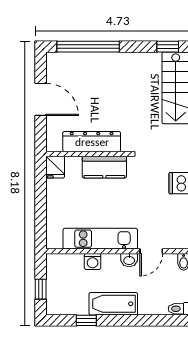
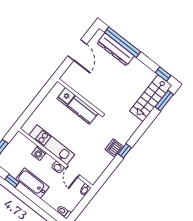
dresser: (92, 142) -> (116, 49), moved, turned 180
fridge: (55, 167) -> (66, 97), moved
door: (151, 251) -> (73, 172), hinge flipped

